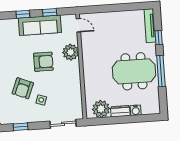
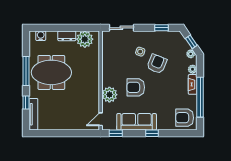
window: (50, 12) -> (116, 133), moved
door: (78, 25) -> (101, 119), hinge flipped
water cooler: (136, 110) -> (41, 36), moved

